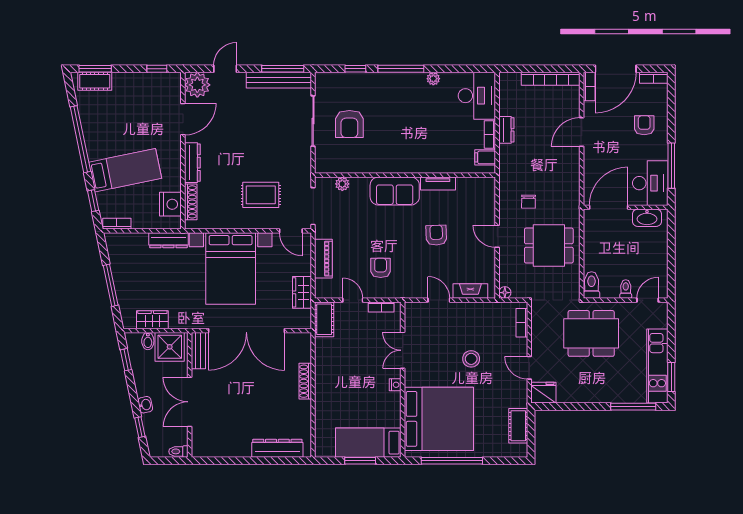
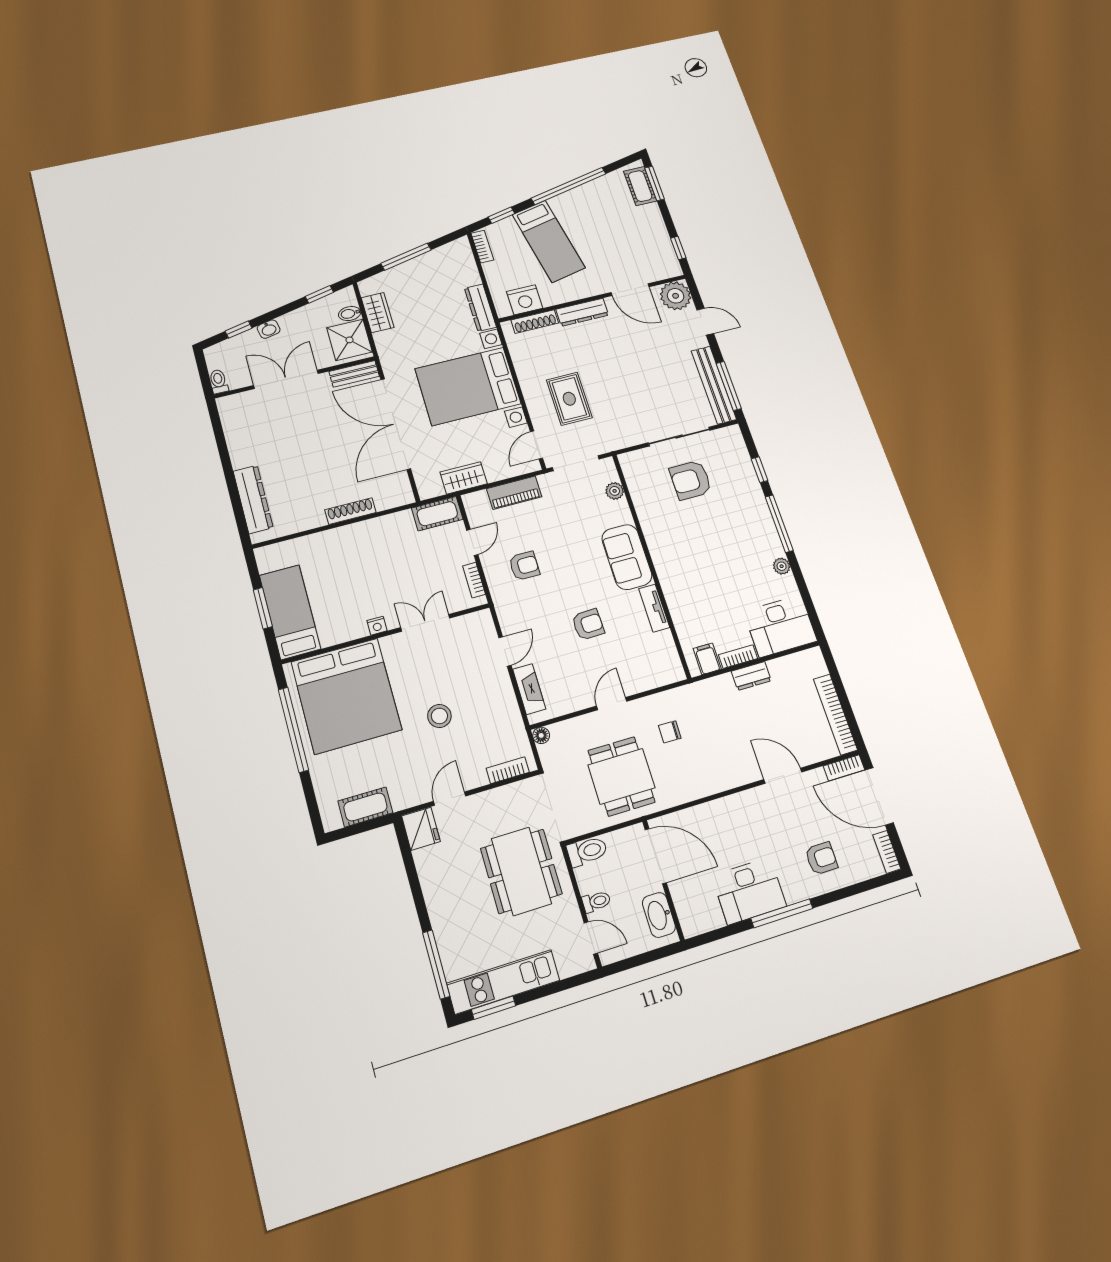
door: (609, 207) -> (656, 856), moved
wall: (626, 207) -> (663, 880), moved
washbasin: (647, 218) -> (659, 915), moved

